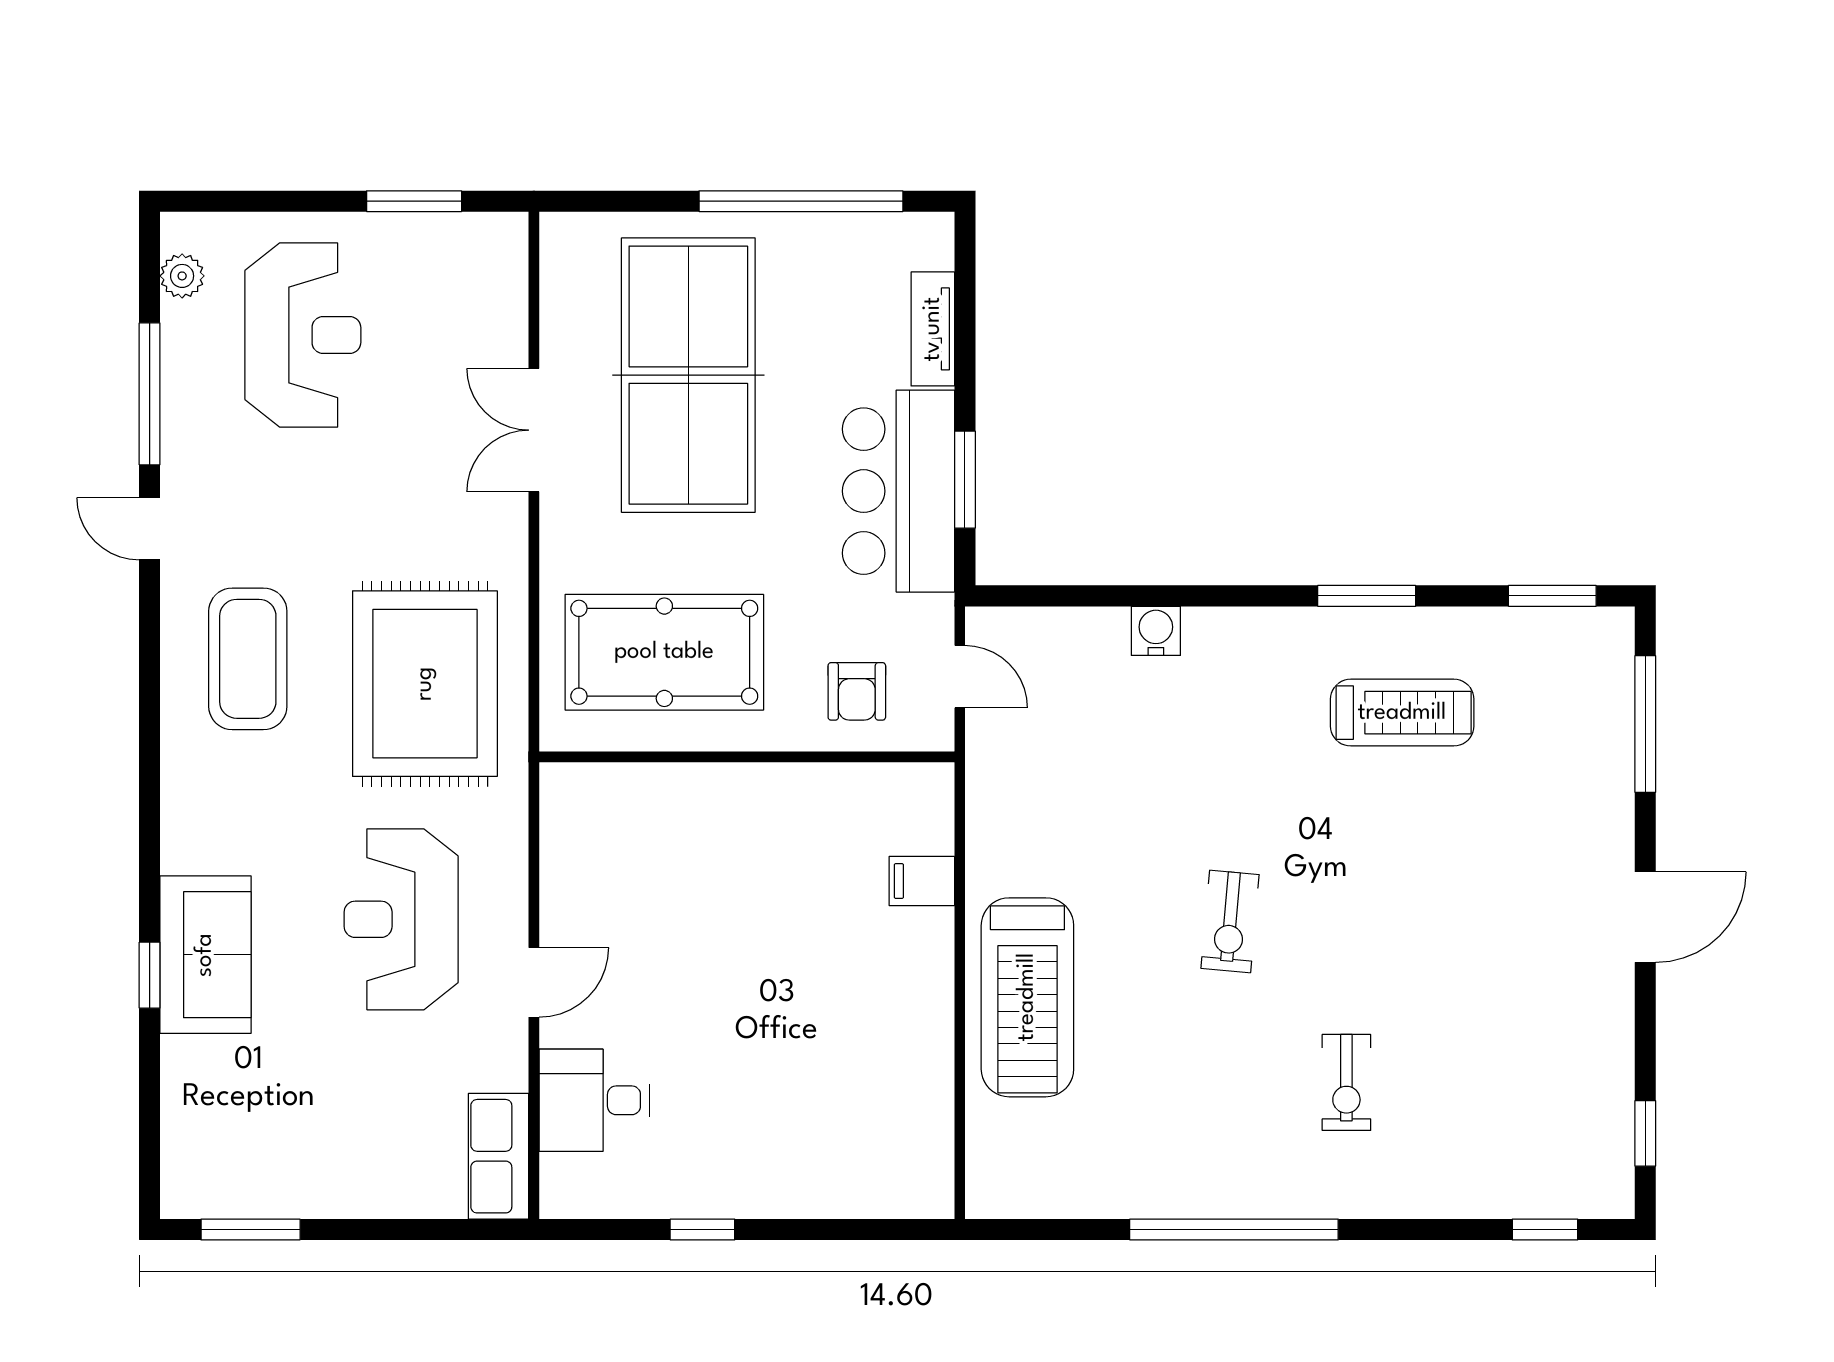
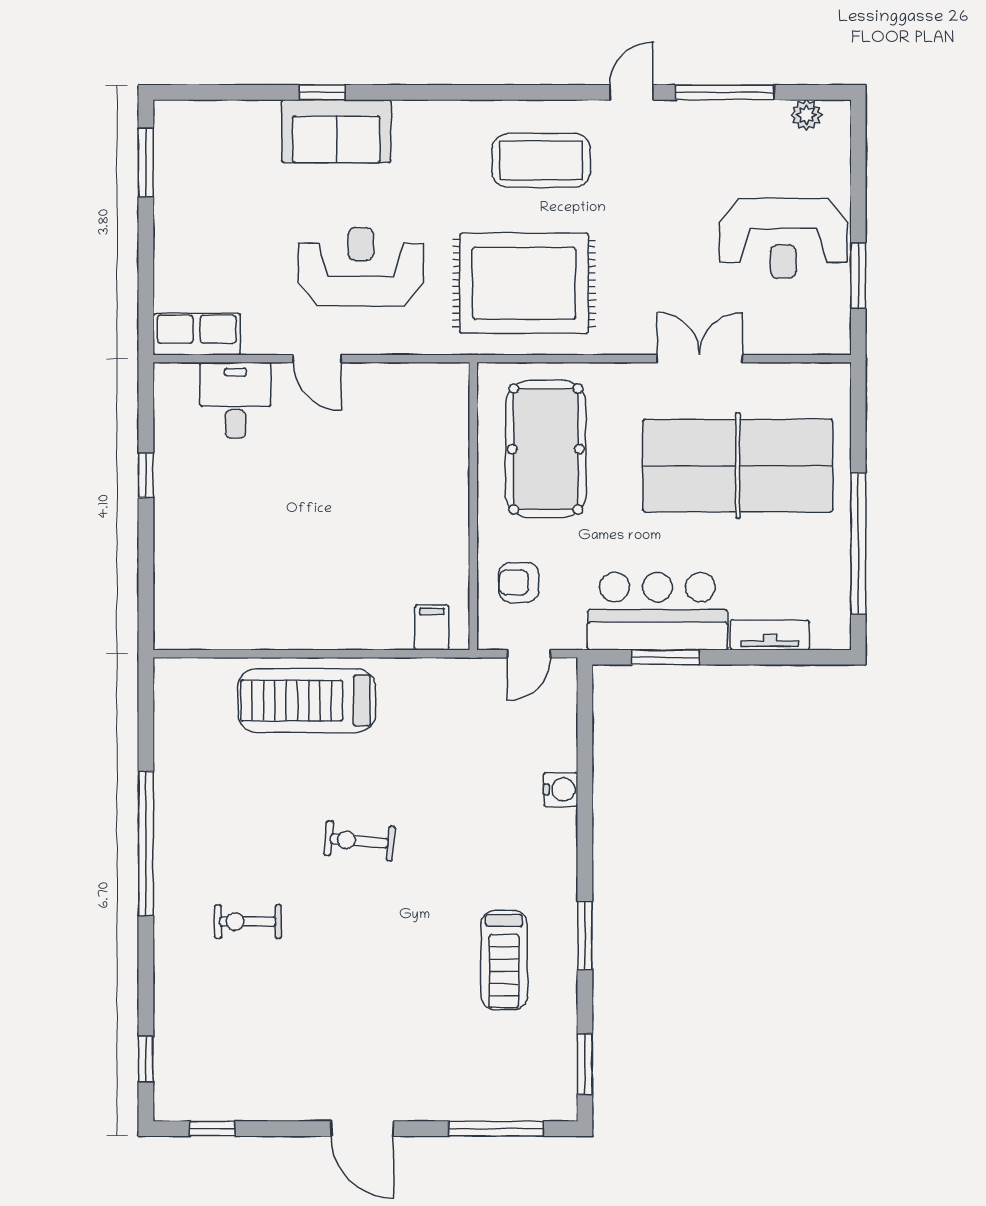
reception desk: (303, 335) -> (783, 238), moved
filing cabinet: (922, 881) -> (432, 627), moved

